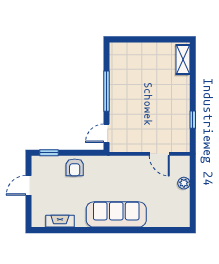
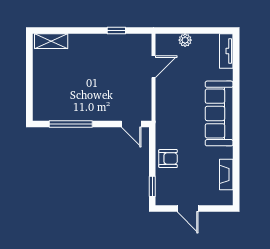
window: (107, 91) -> (71, 124), moved
tv unit: (174, 221) -> (226, 51), added

